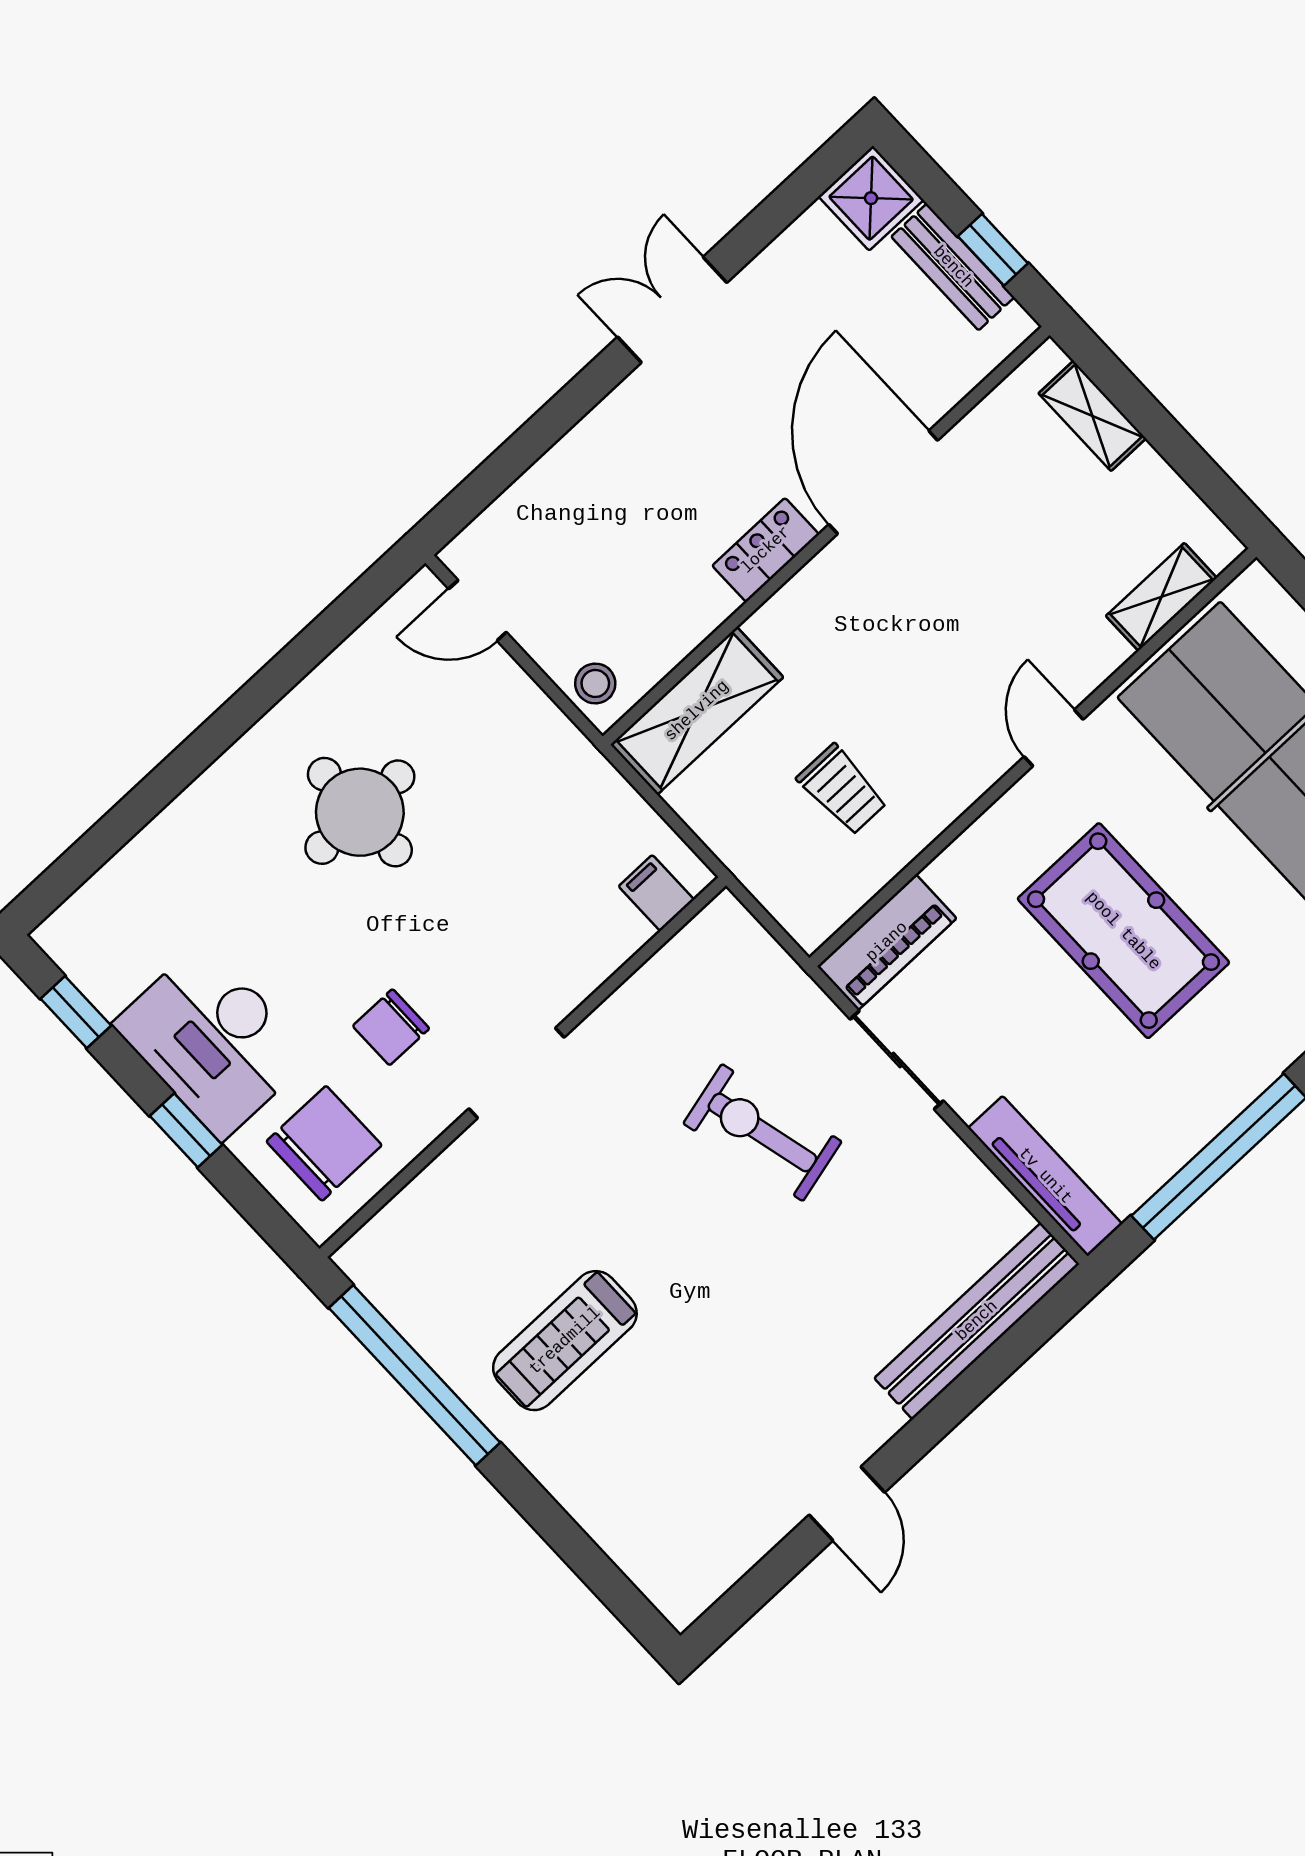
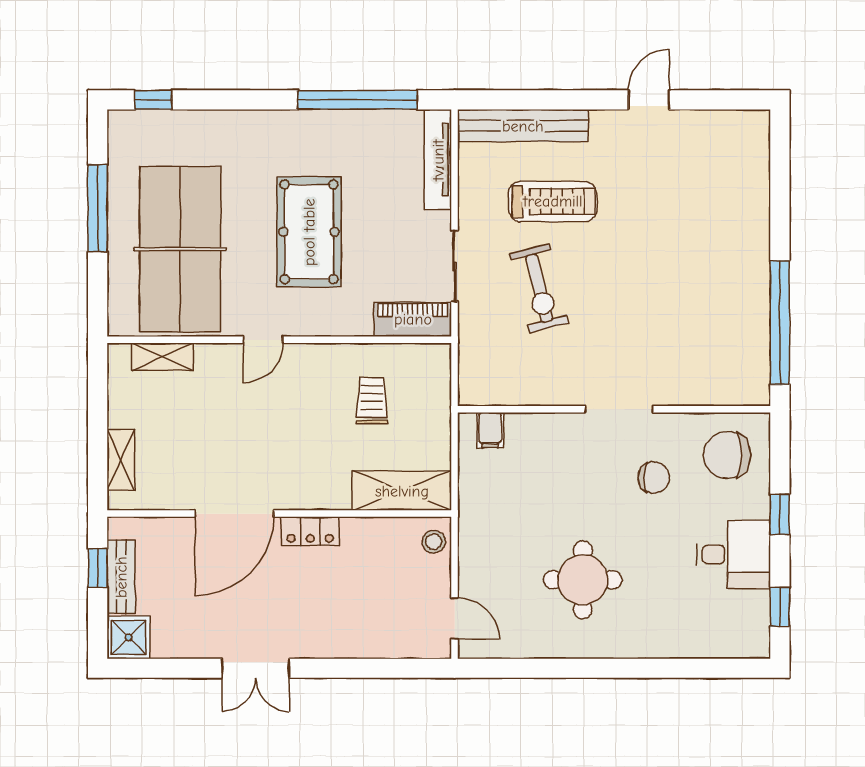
desk: (213, 1040) -> (733, 555), width x0.73
treadmill: (565, 1341) -> (553, 201), moved

